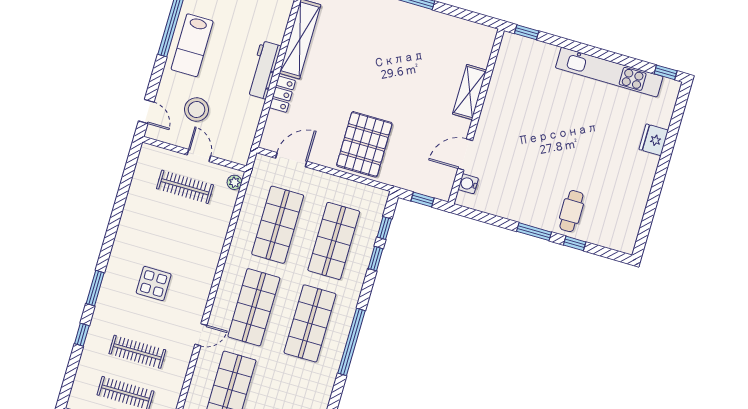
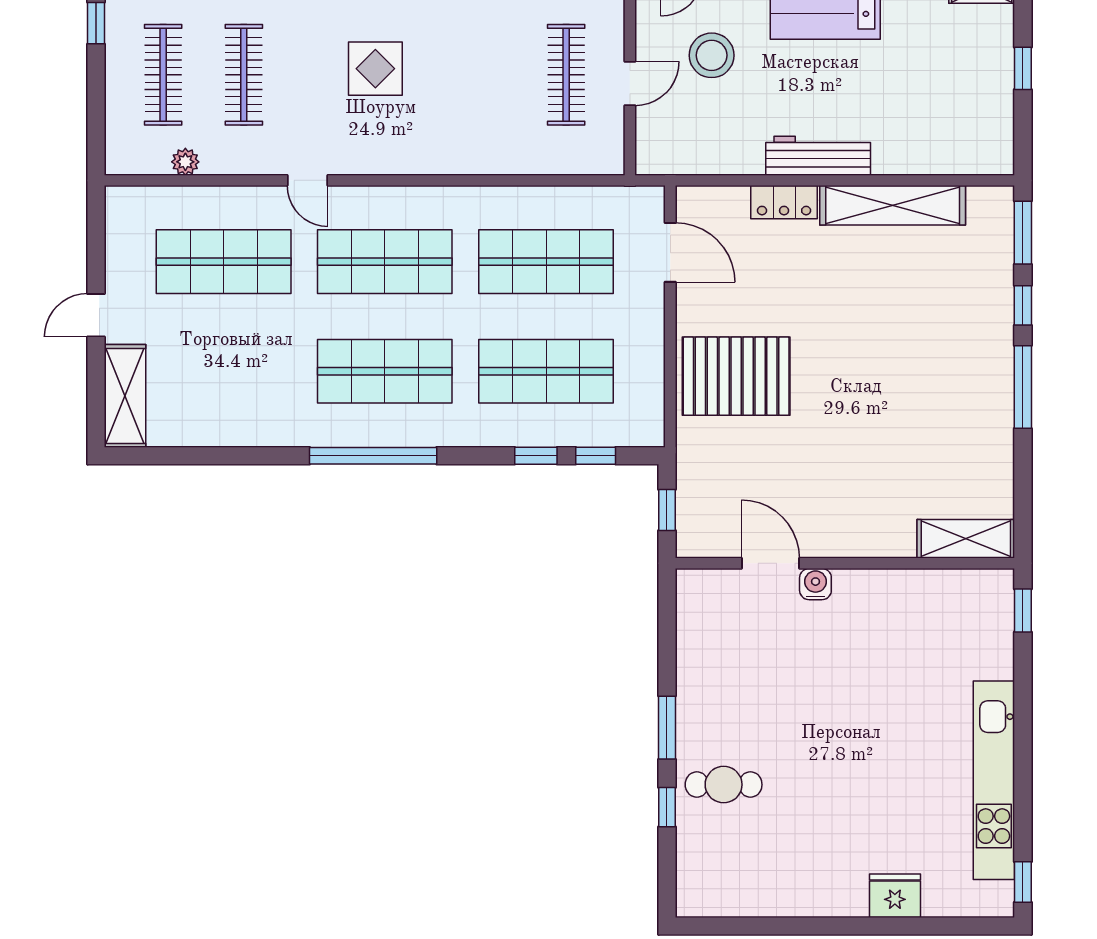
shelving: (470, 92) -> (966, 539), moved
plant: (234, 182) -> (185, 162), moved
water cooler: (468, 184) -> (815, 584), moved

